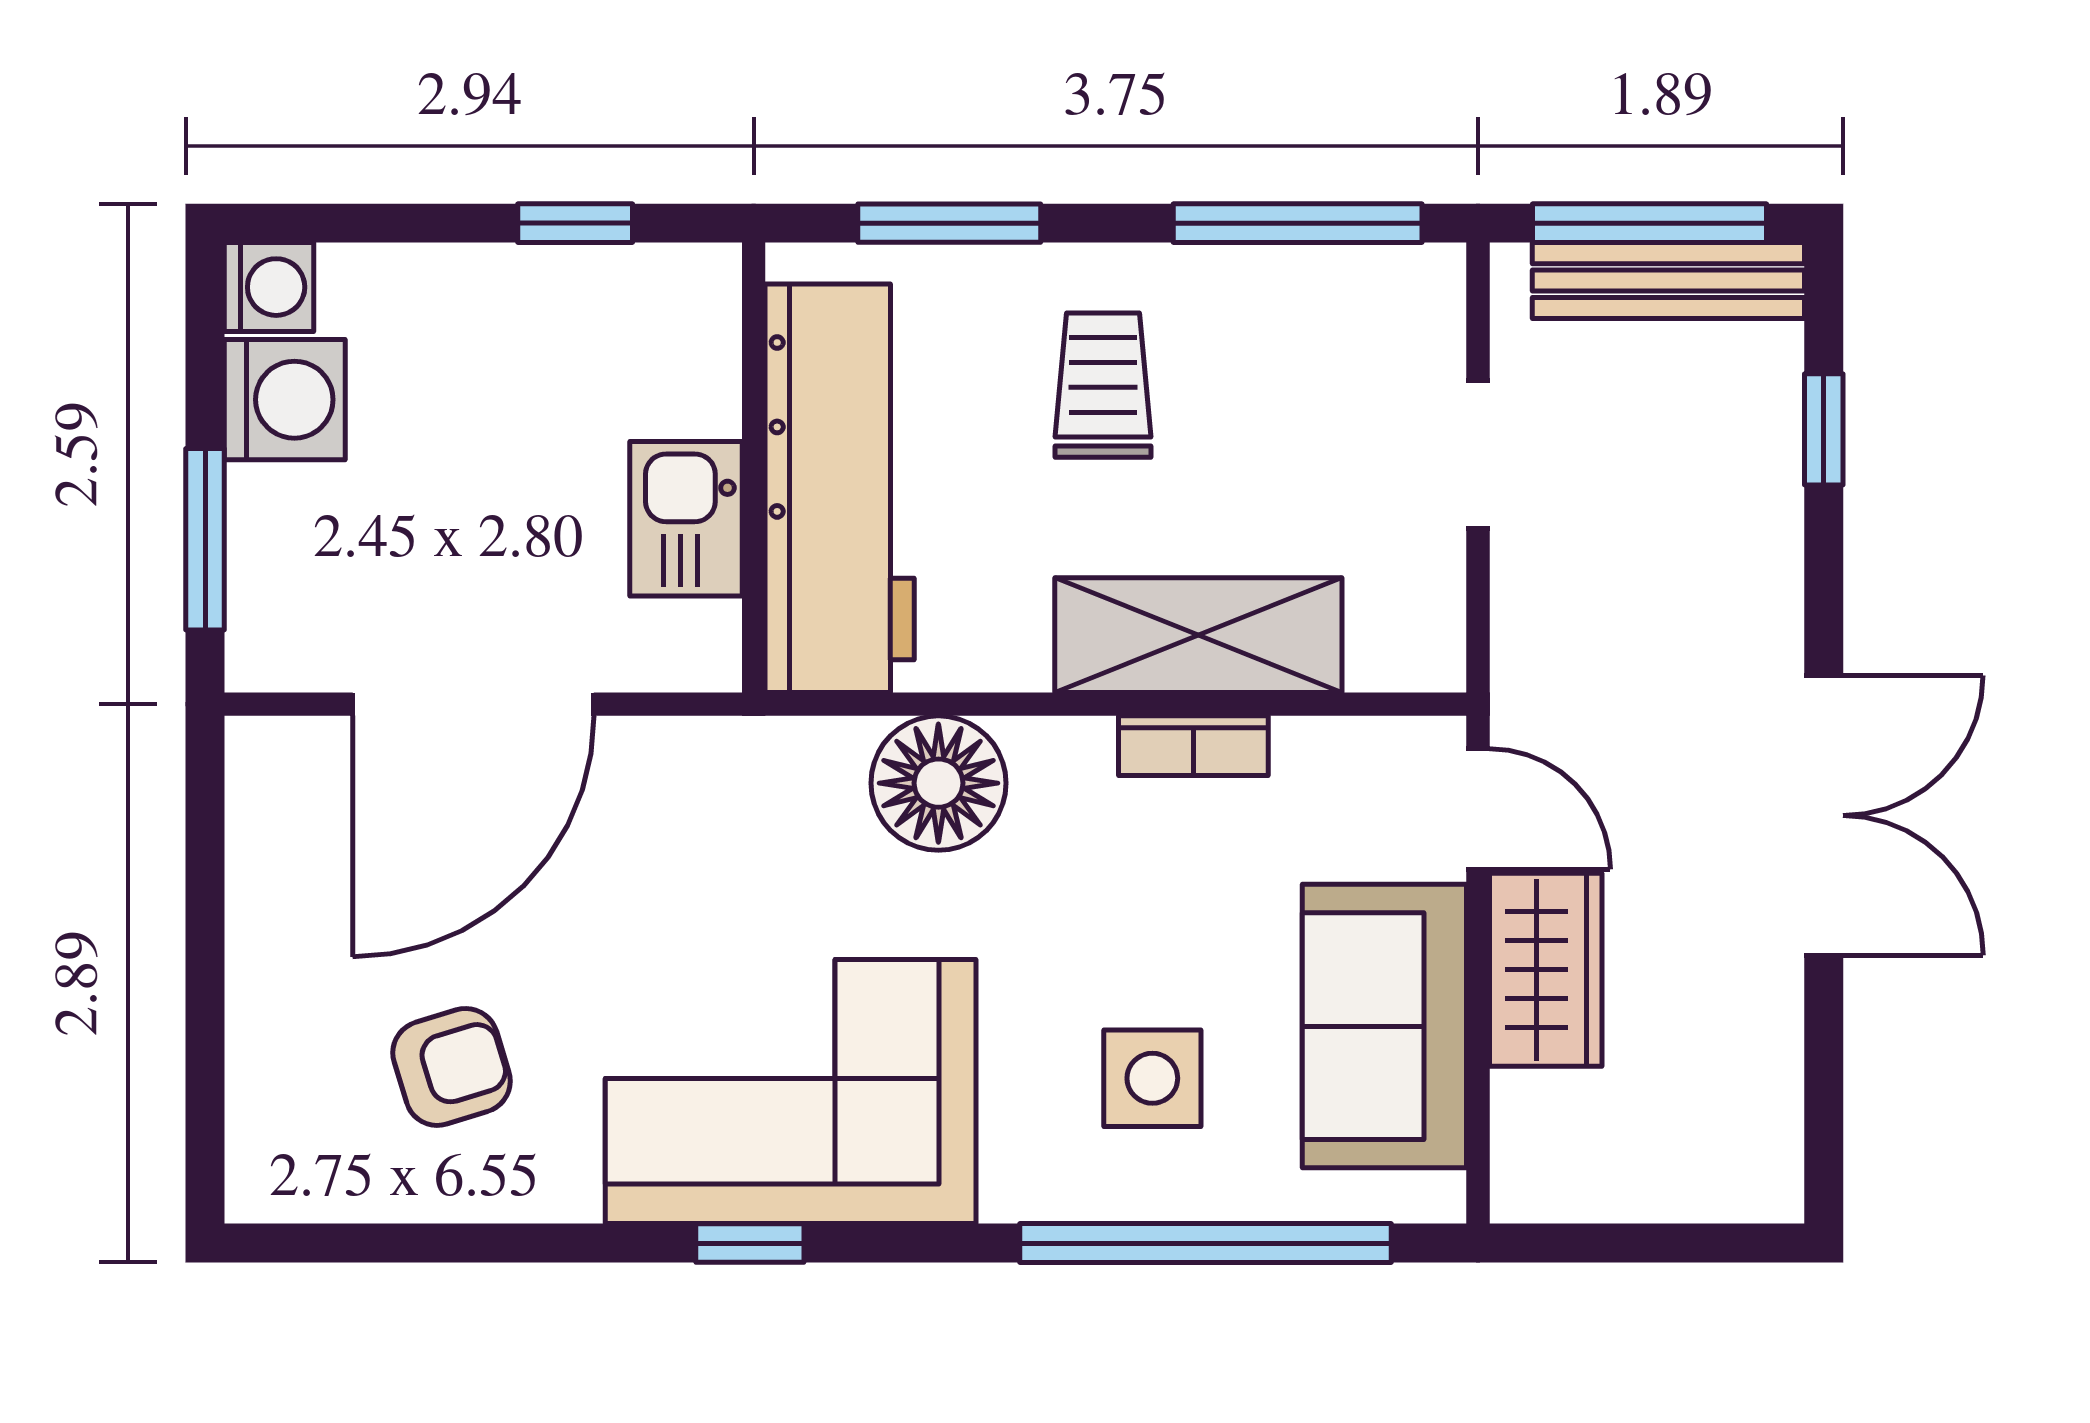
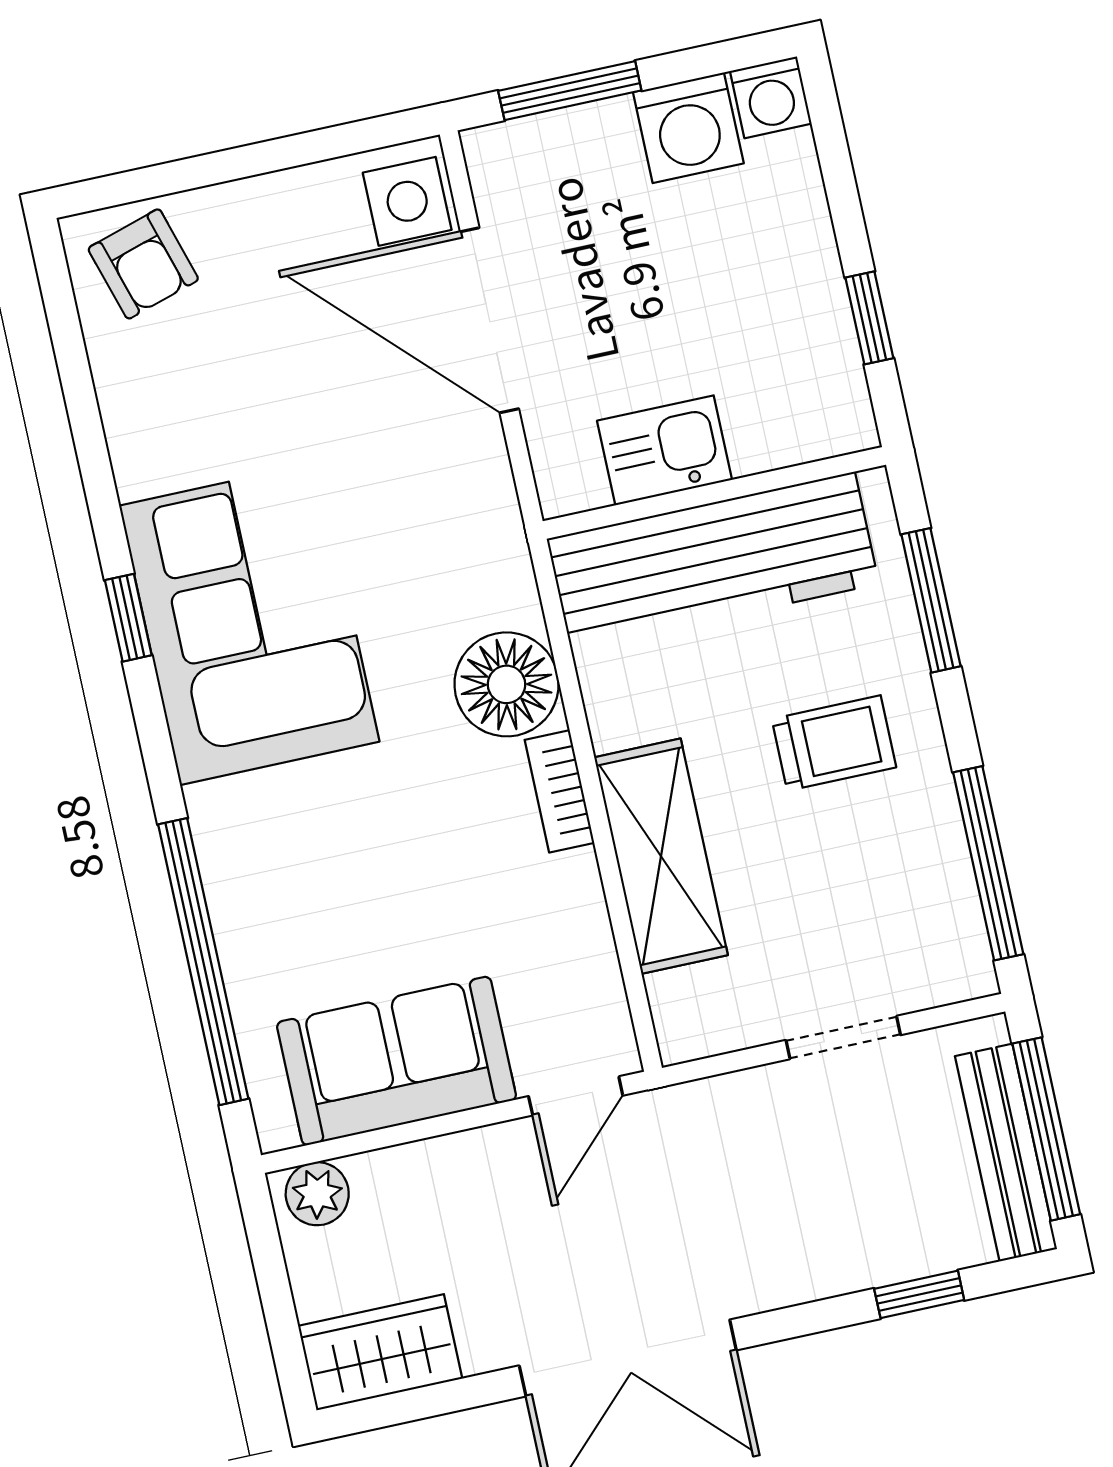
bookcase: (1193, 746) -> (559, 791), moved
wardrobe: (1546, 970) -> (380, 1352), moved, turned 180
armchair: (452, 1067) -> (143, 264), moved
side table: (1152, 1078) -> (407, 201), moved
plant: (1530, 1163) -> (317, 1194), added

